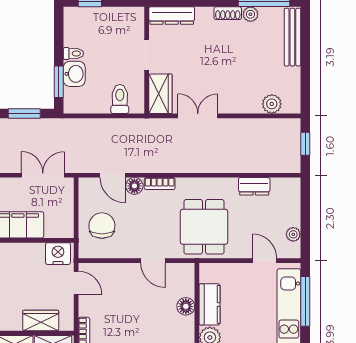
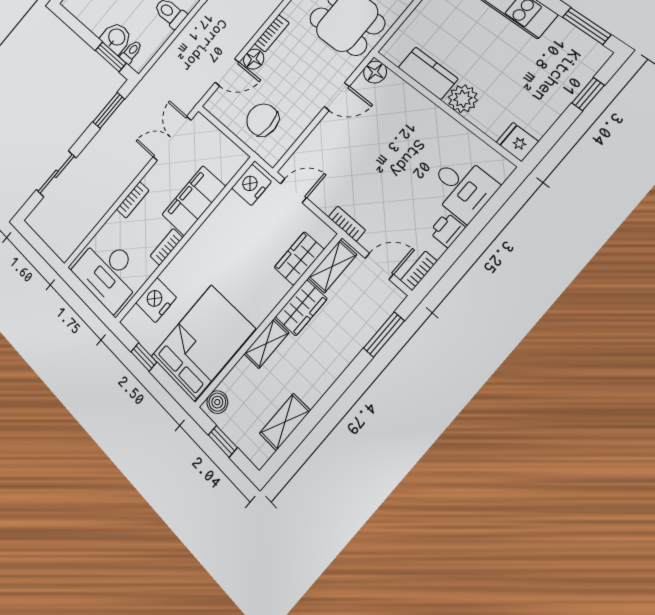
toilet: (73, 53) -> (131, 52), moved
floor lamp: (186, 306) -> (375, 72), moved

